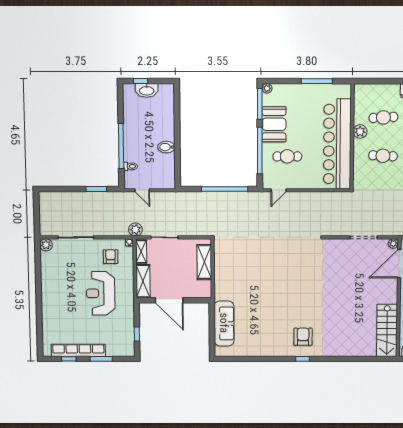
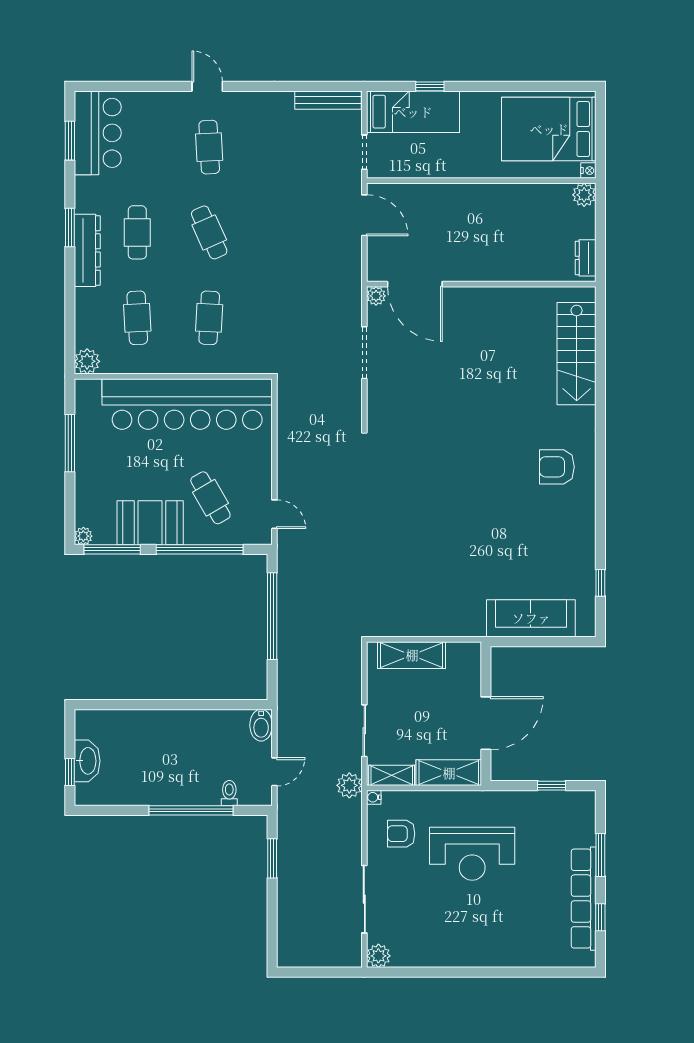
plant: (360, 131) -> (87, 361), moved
bidet: (166, 147) -> (261, 725), moved
cafe table: (287, 156) -> (210, 498), turned -30
stairs: (387, 330) -> (577, 354), moved, turned 90
window: (302, 359) -> (600, 583), moved

